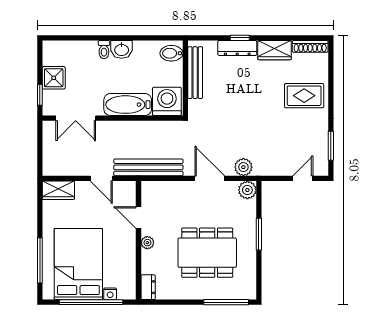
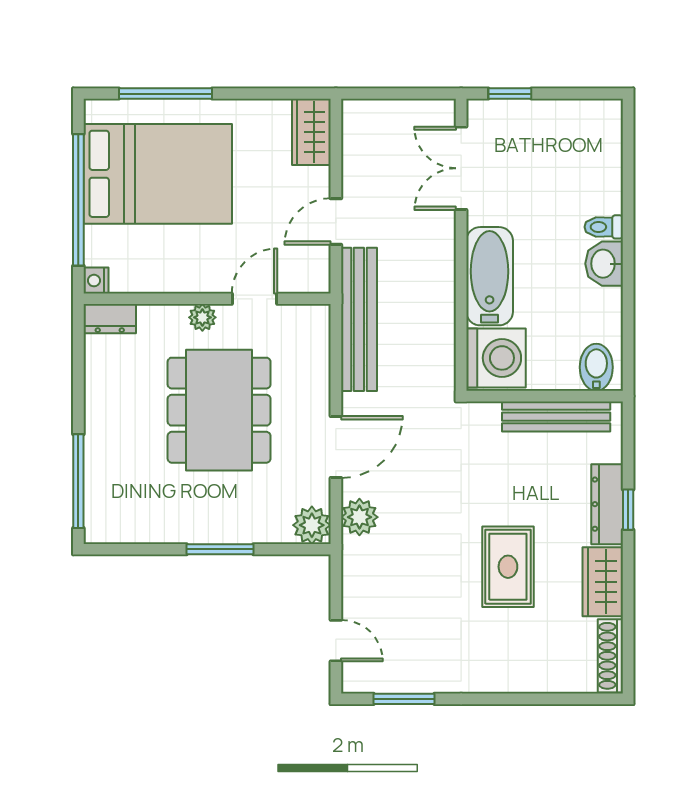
shower: (54, 78) -> (545, 122), removed
rug: (304, 96) -> (508, 567), moved
dining table: (207, 253) -> (219, 410), moved
nightstand: (110, 294) -> (96, 281), moved

